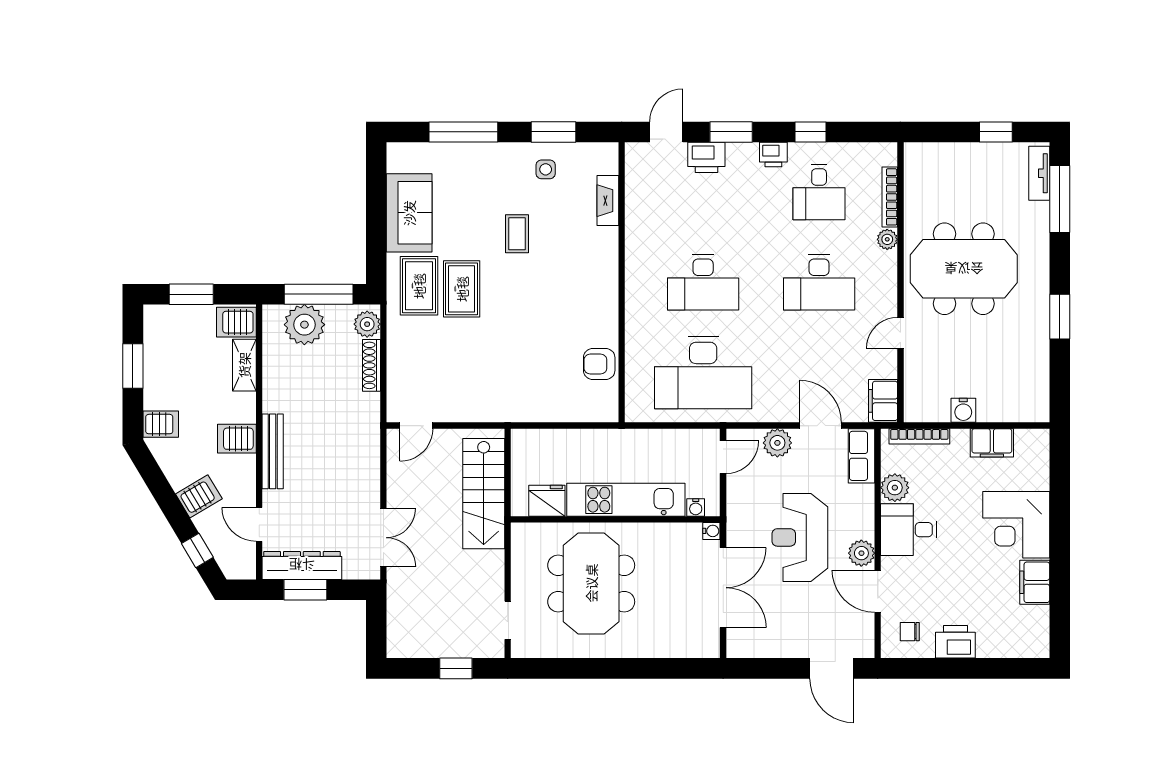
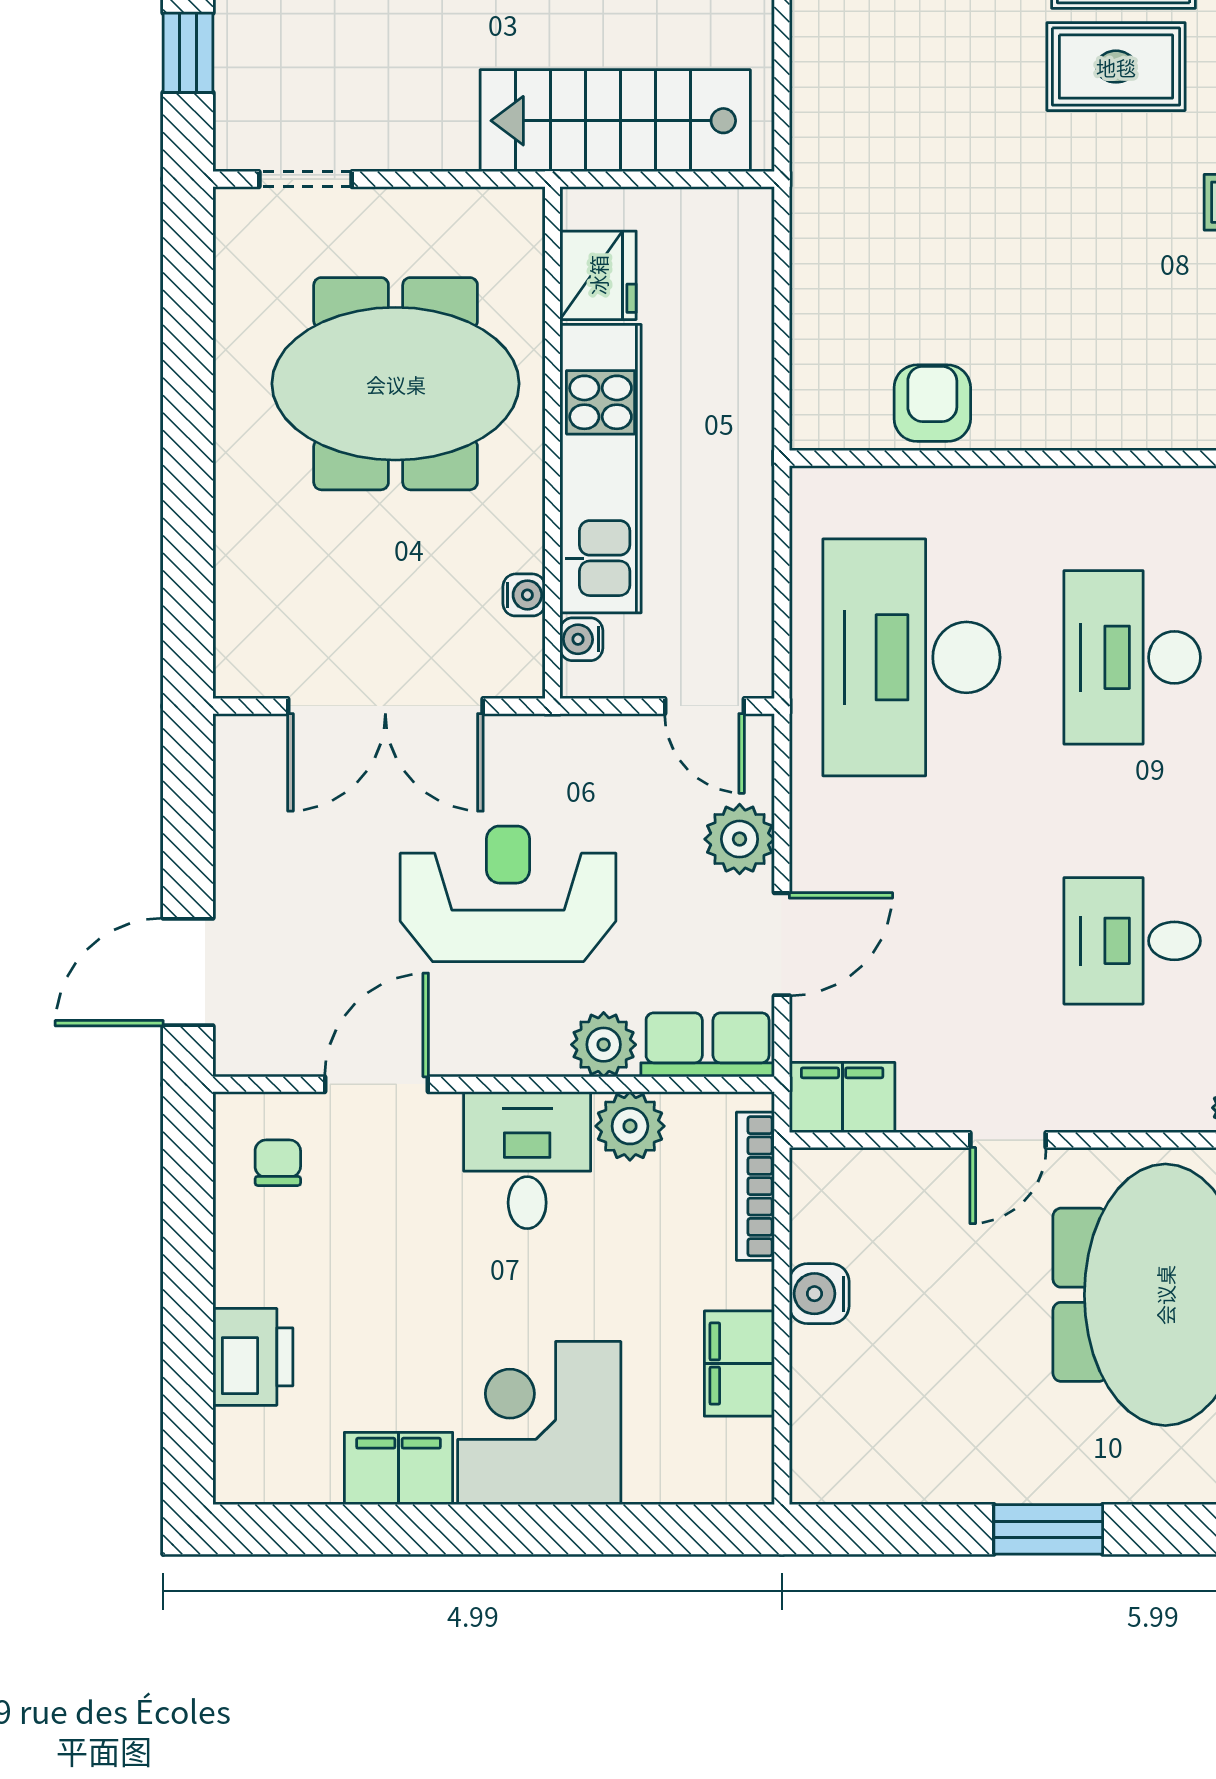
desk: (819, 282) -> (1132, 941), width x0.73
door: (900, 333) -> (1008, 1140), swing flipped
water cooler: (711, 531) -> (524, 595), moved, turned -90
plant: (861, 553) -> (604, 1045), moved
printer: (955, 642) -> (253, 1357), moved

